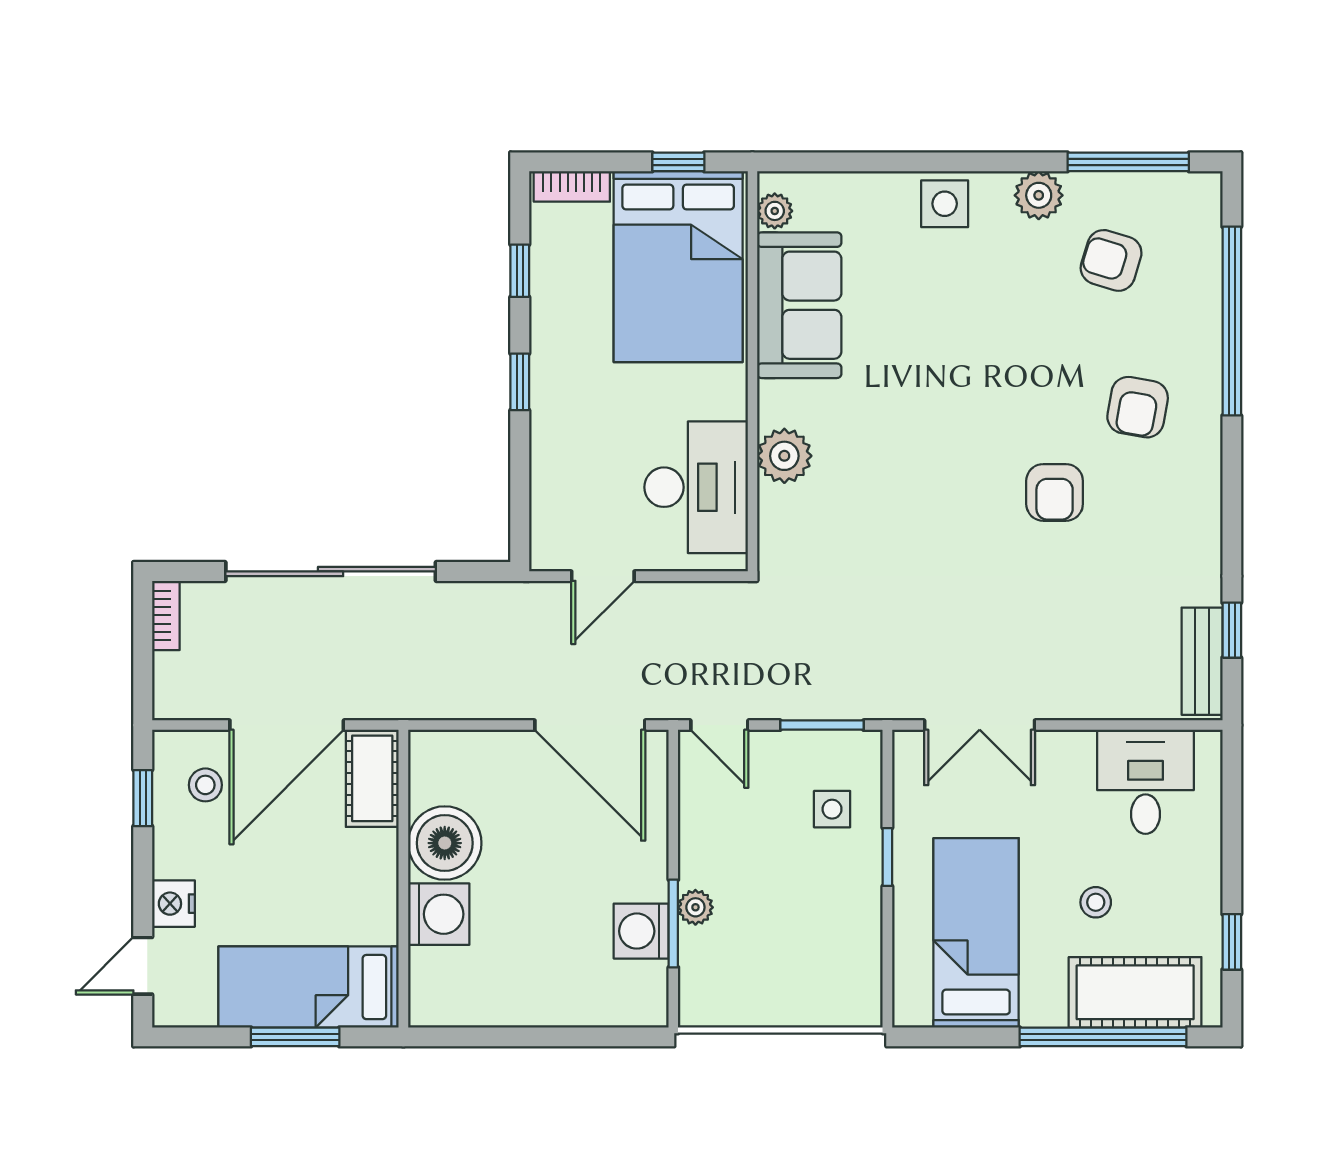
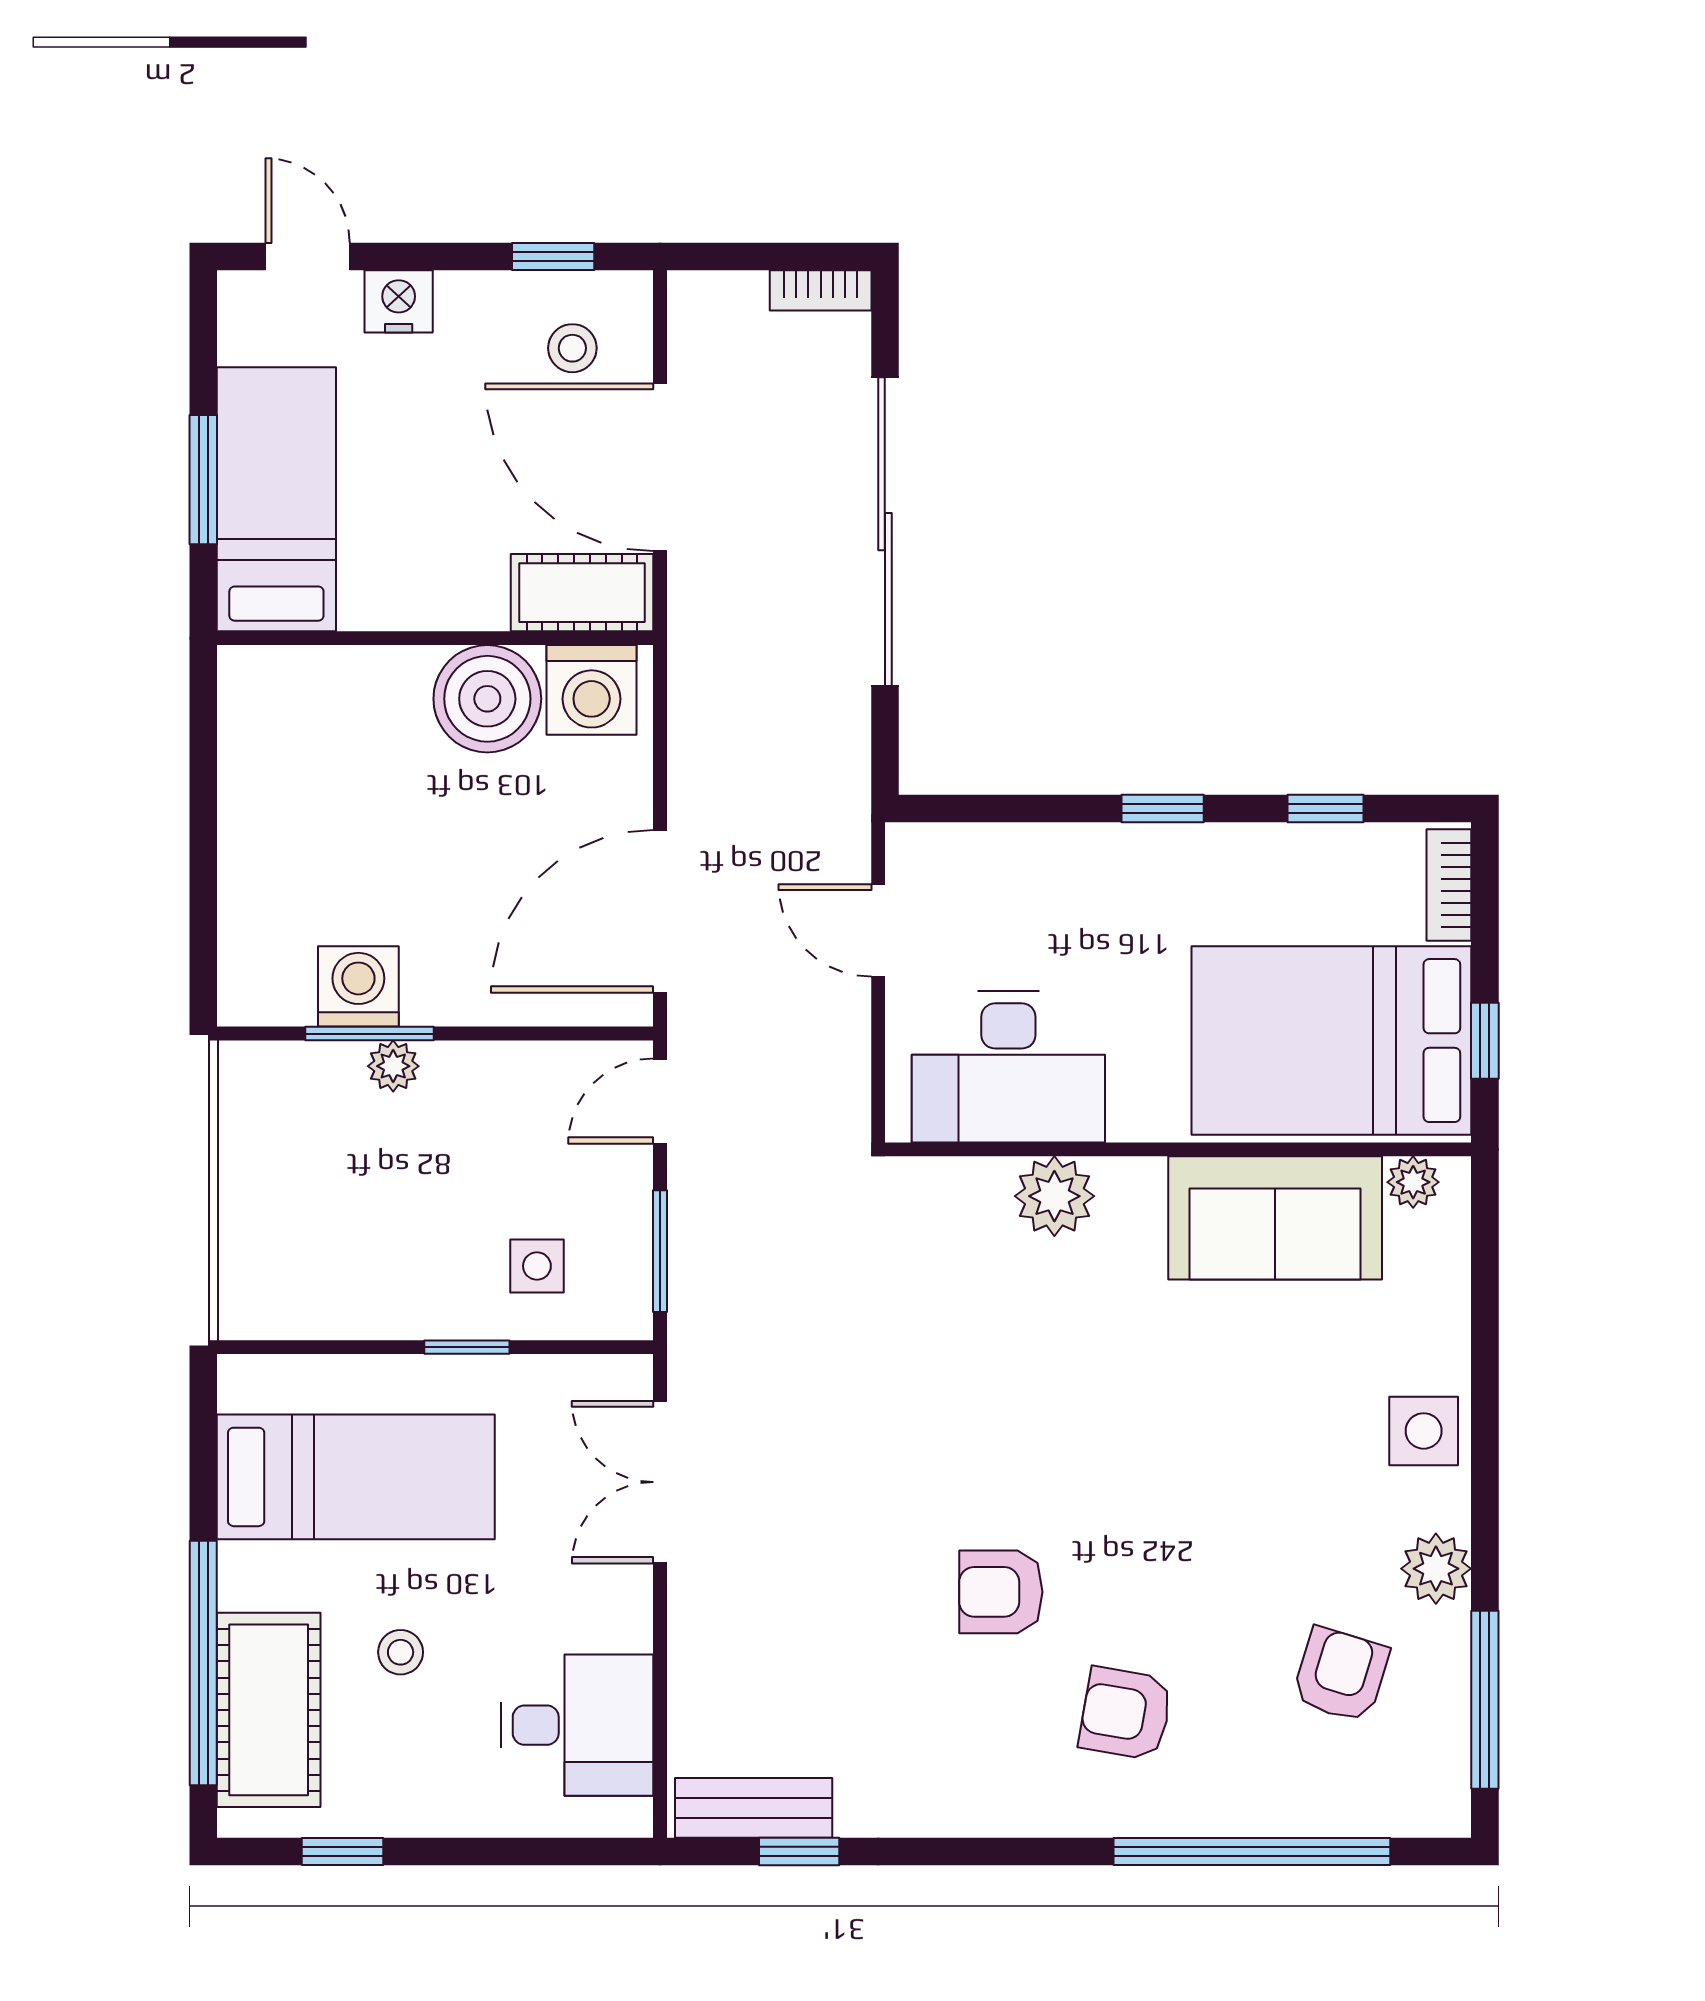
washing machine: (439, 914) -> (592, 690), moved

